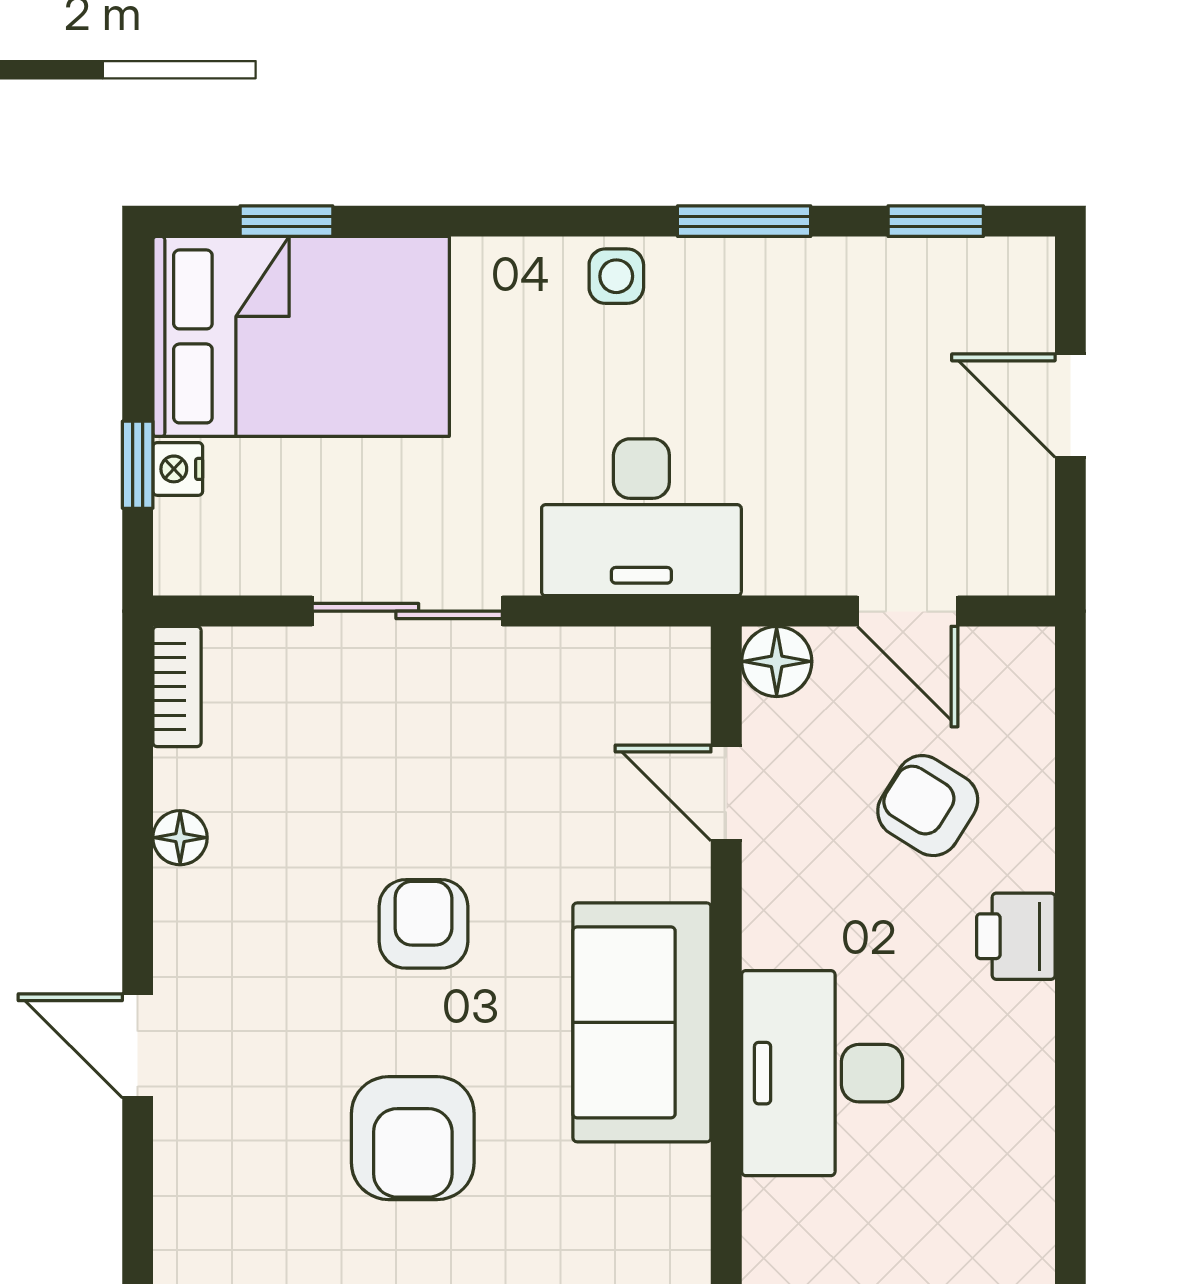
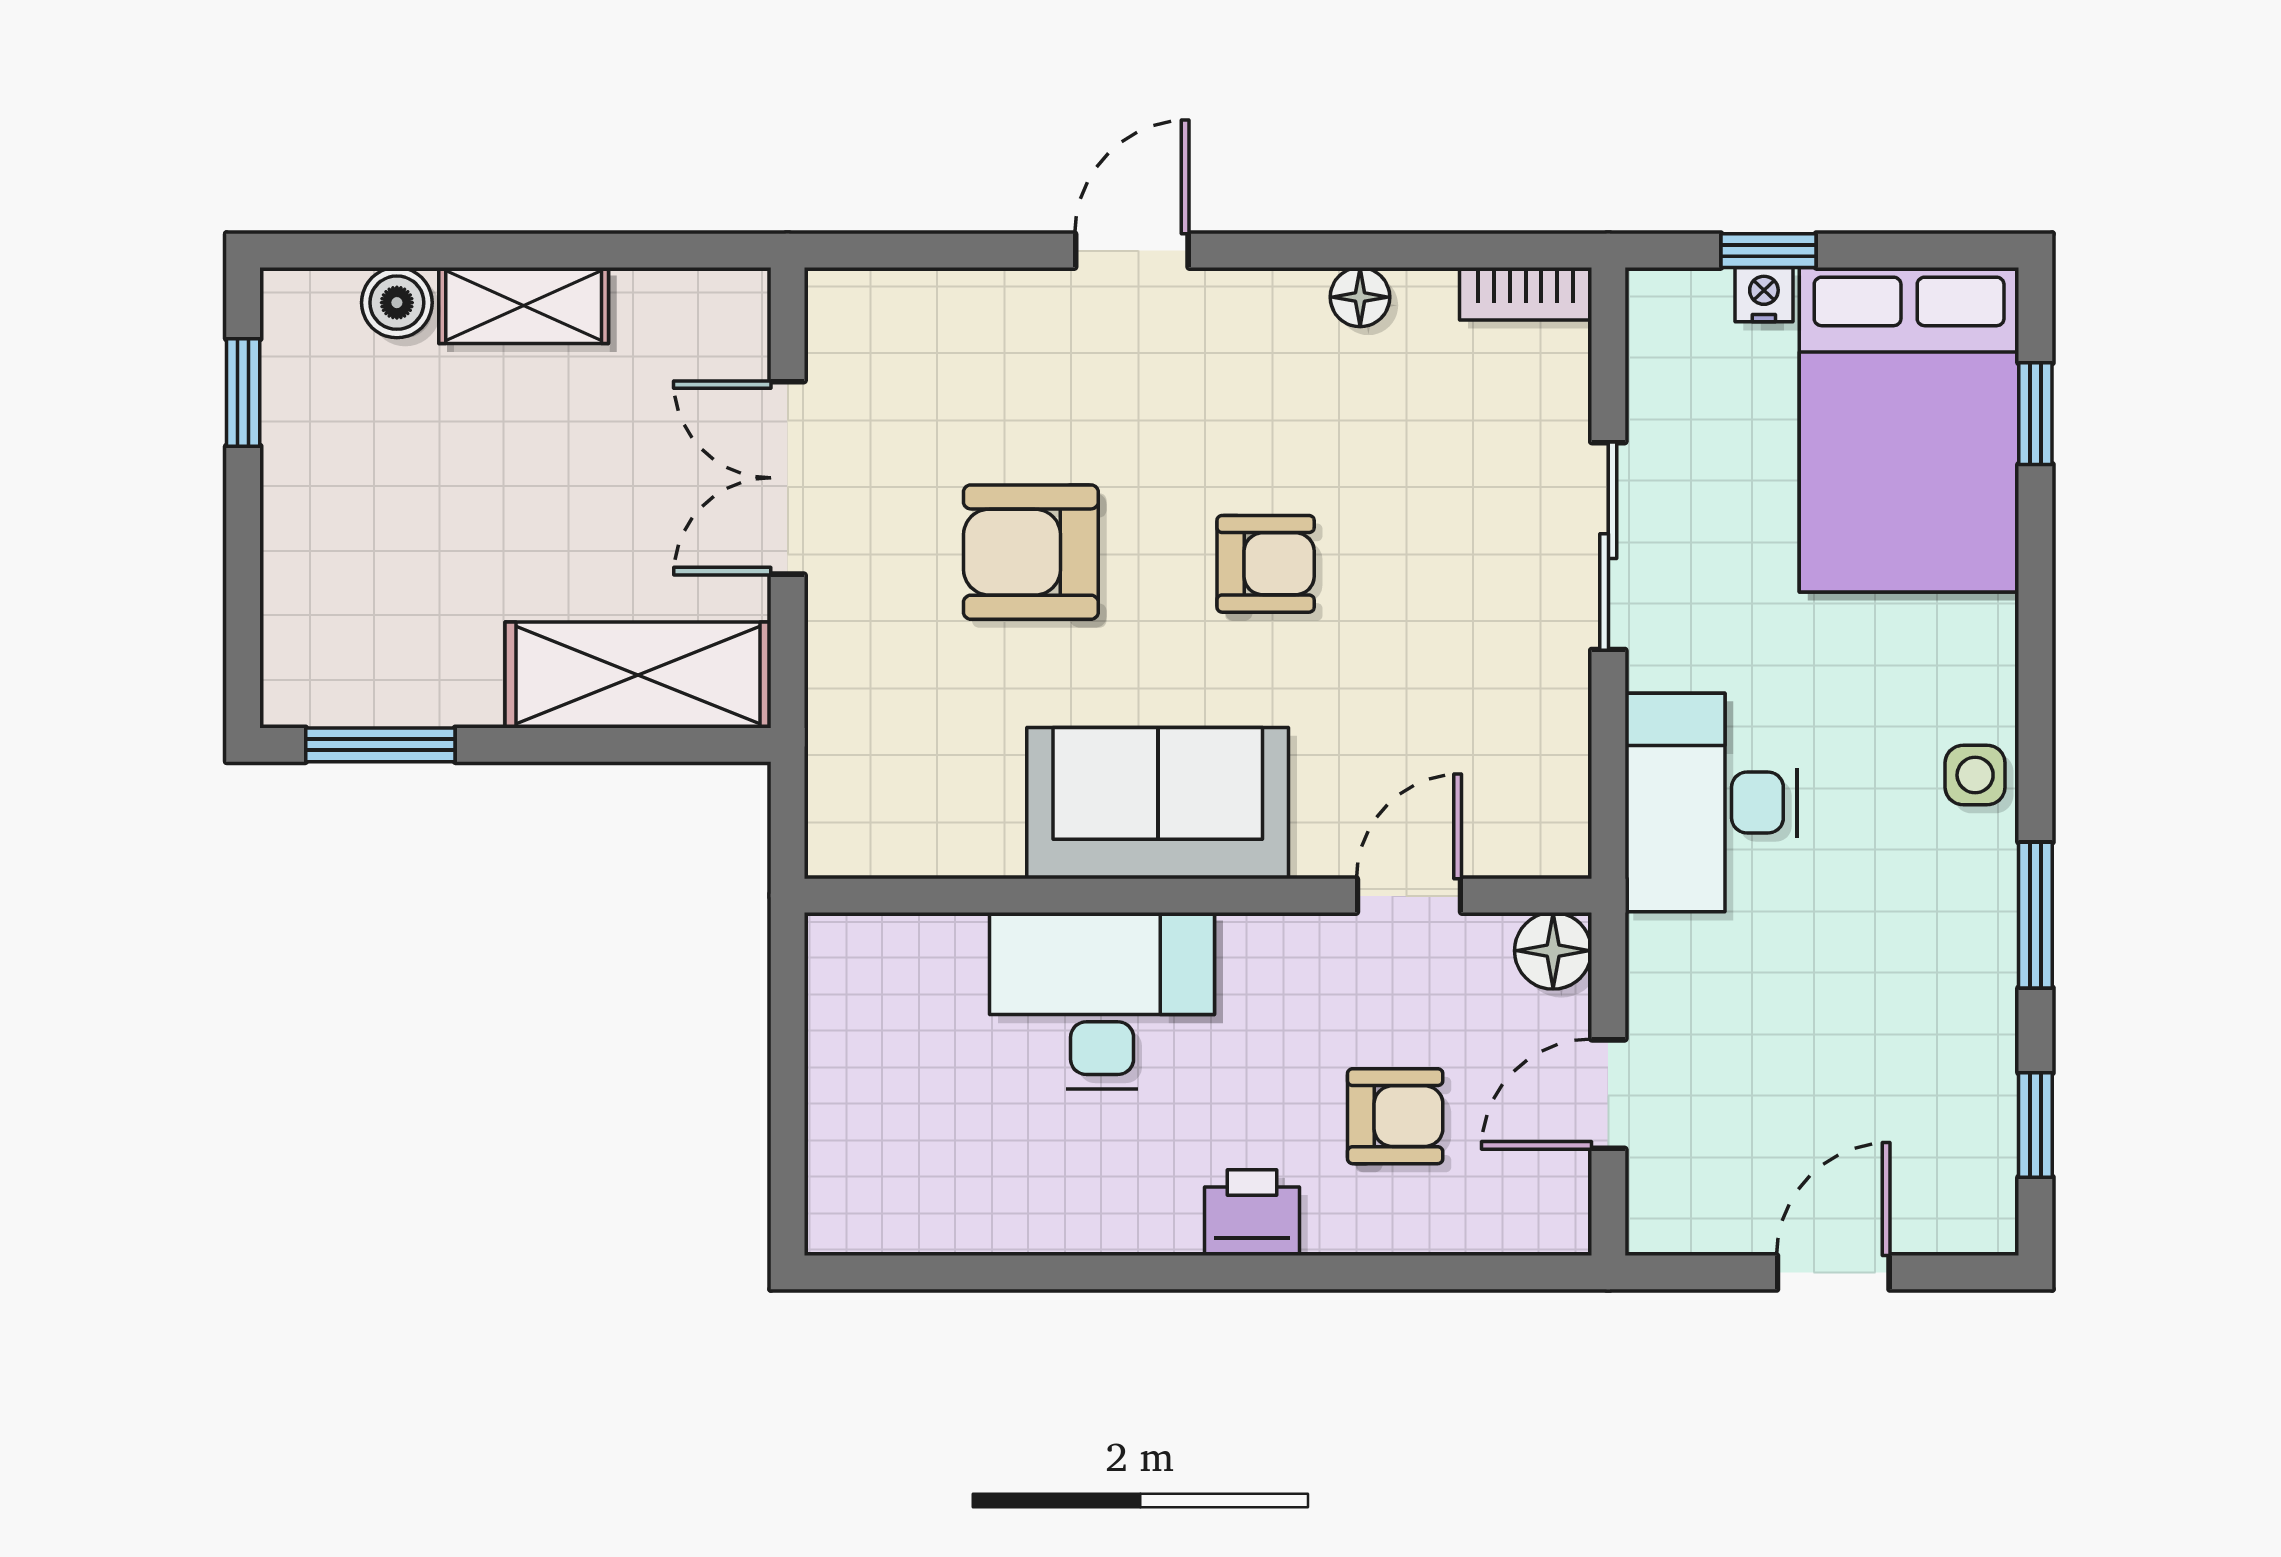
armchair: (928, 806) -> (1395, 1116), turned 58

